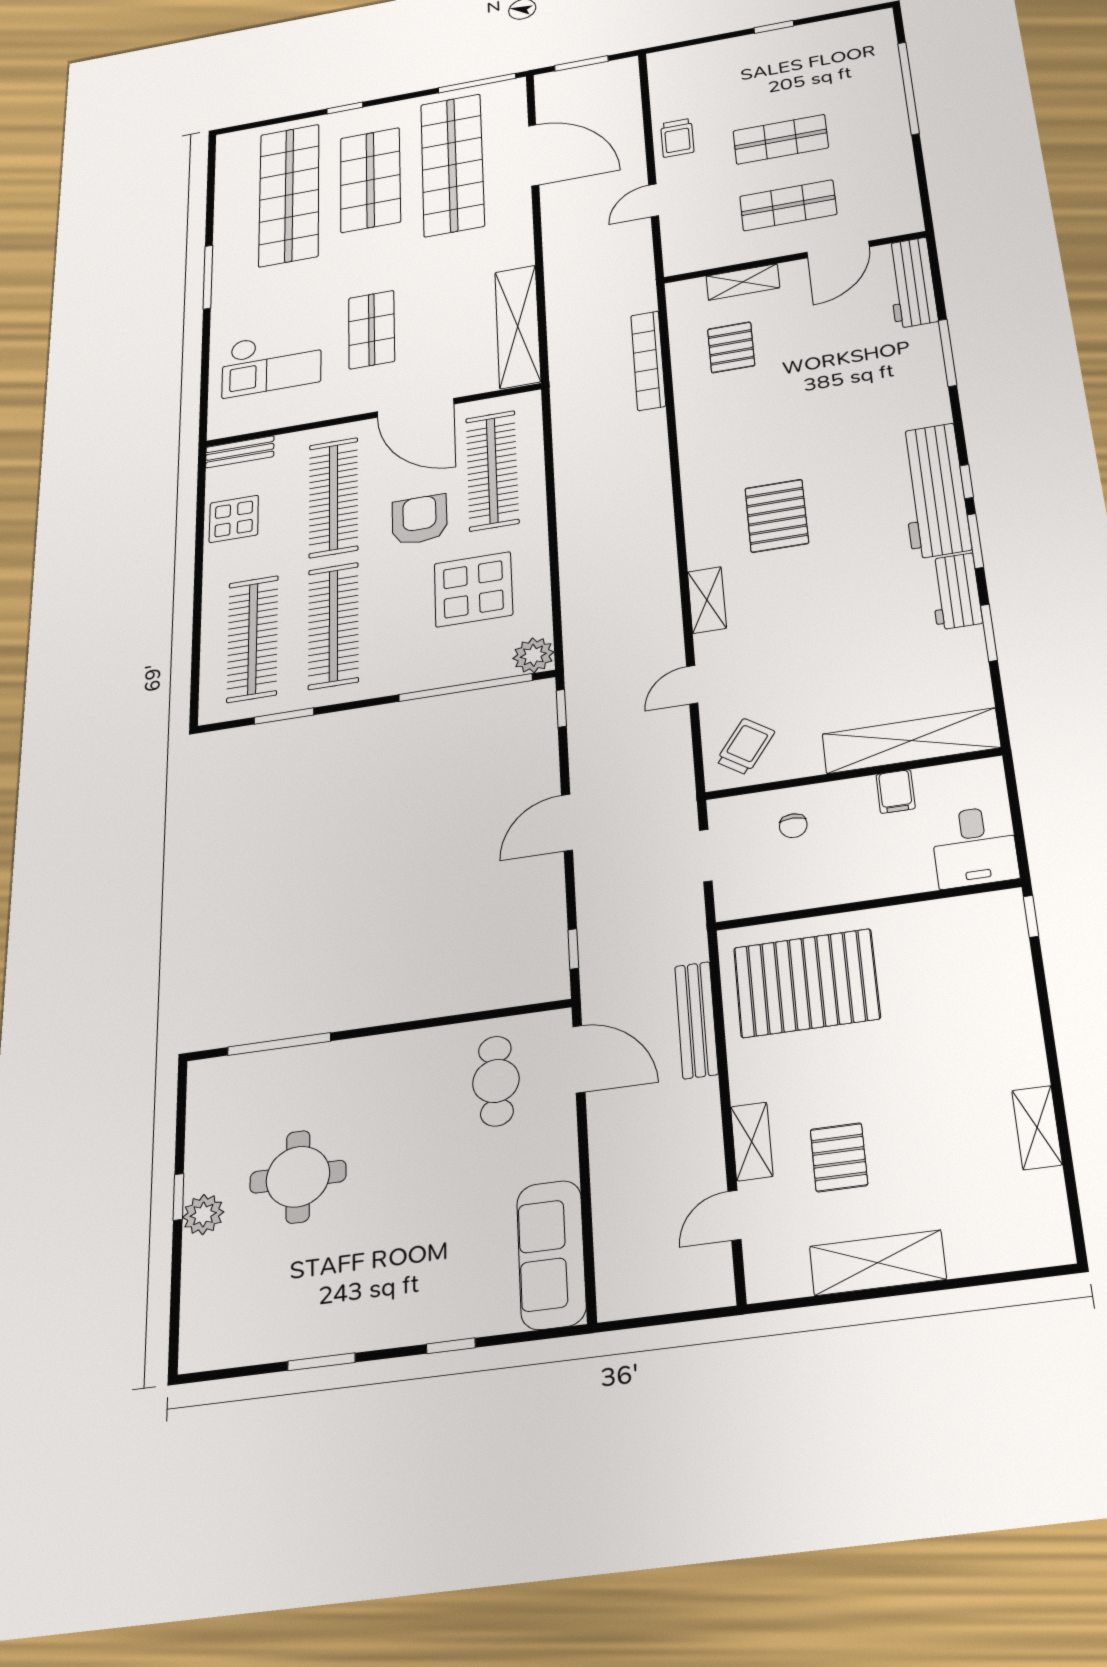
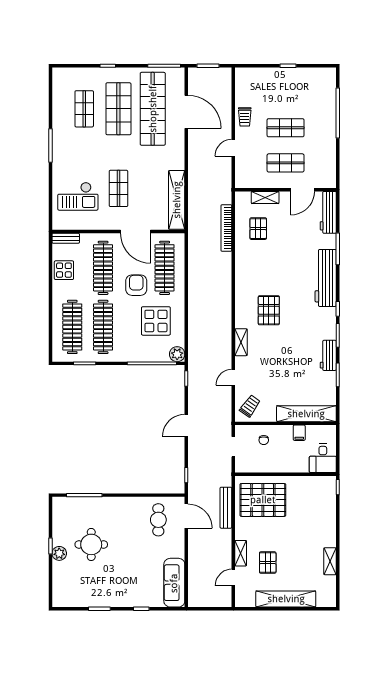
shop shelf: (289, 195) -> (84, 109), width x0.50, depth x0.74
workbench: (934, 490) -> (326, 278), moved
shelving: (878, 1263) -> (286, 599), width x1.47

